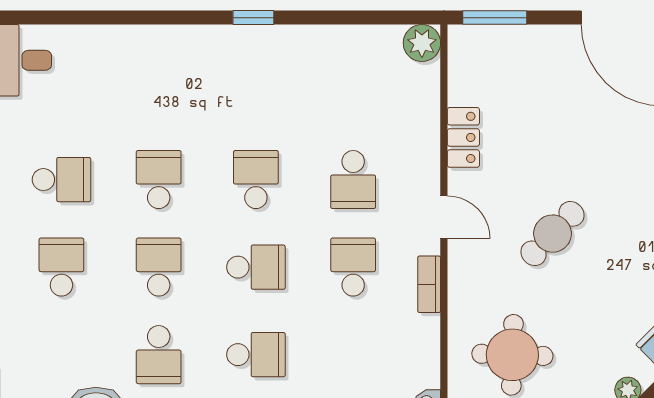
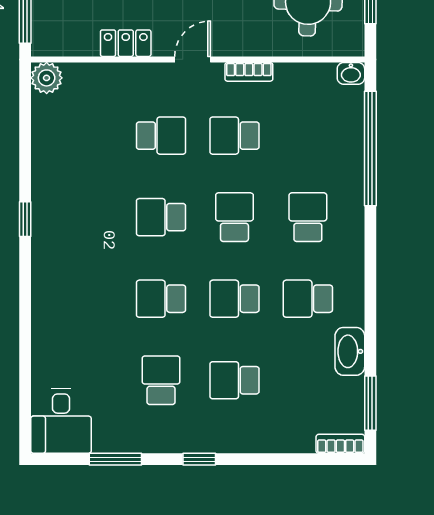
school desk: (159, 355) -> (308, 299), turned 180

